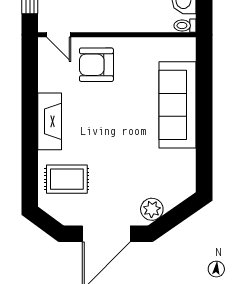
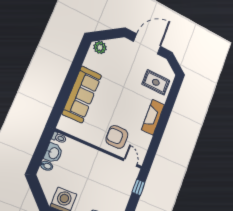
armchair: (96, 65) -> (117, 137), turned 180
plant: (152, 209) -> (100, 47), moved

